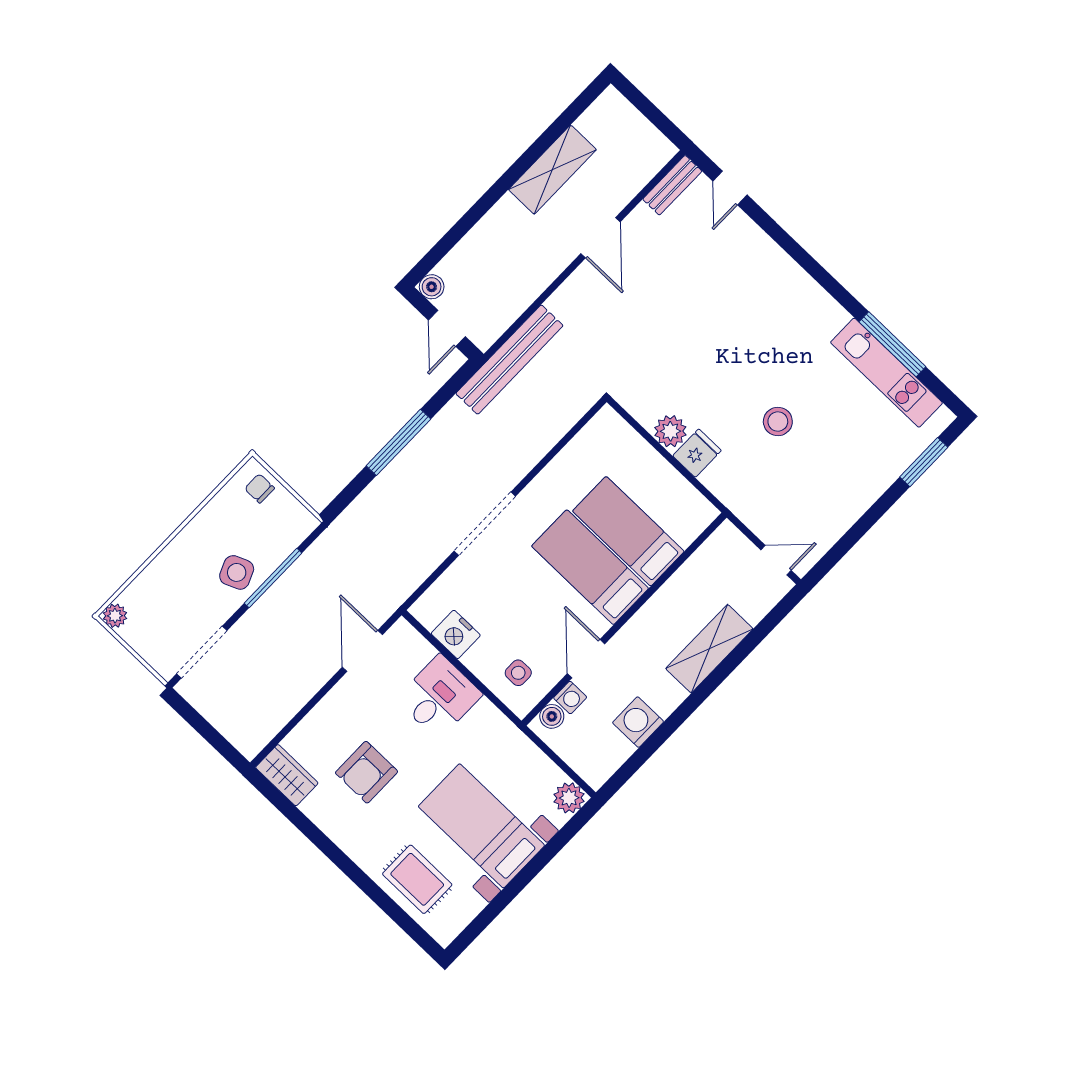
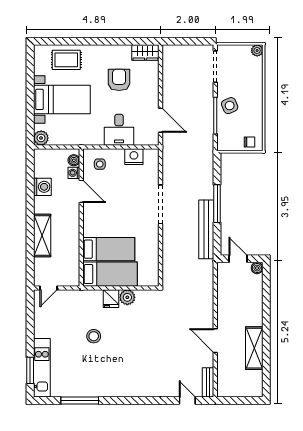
bench: (509, 360) -> (206, 229), moved
kitchen unit: (887, 373) -> (42, 368), moved, turned 90
bed: (590, 567) -> (110, 274), moved

